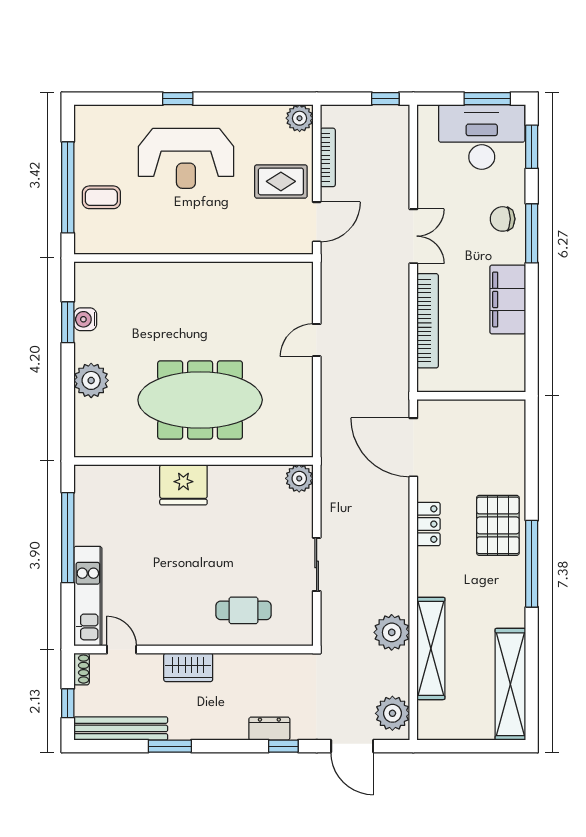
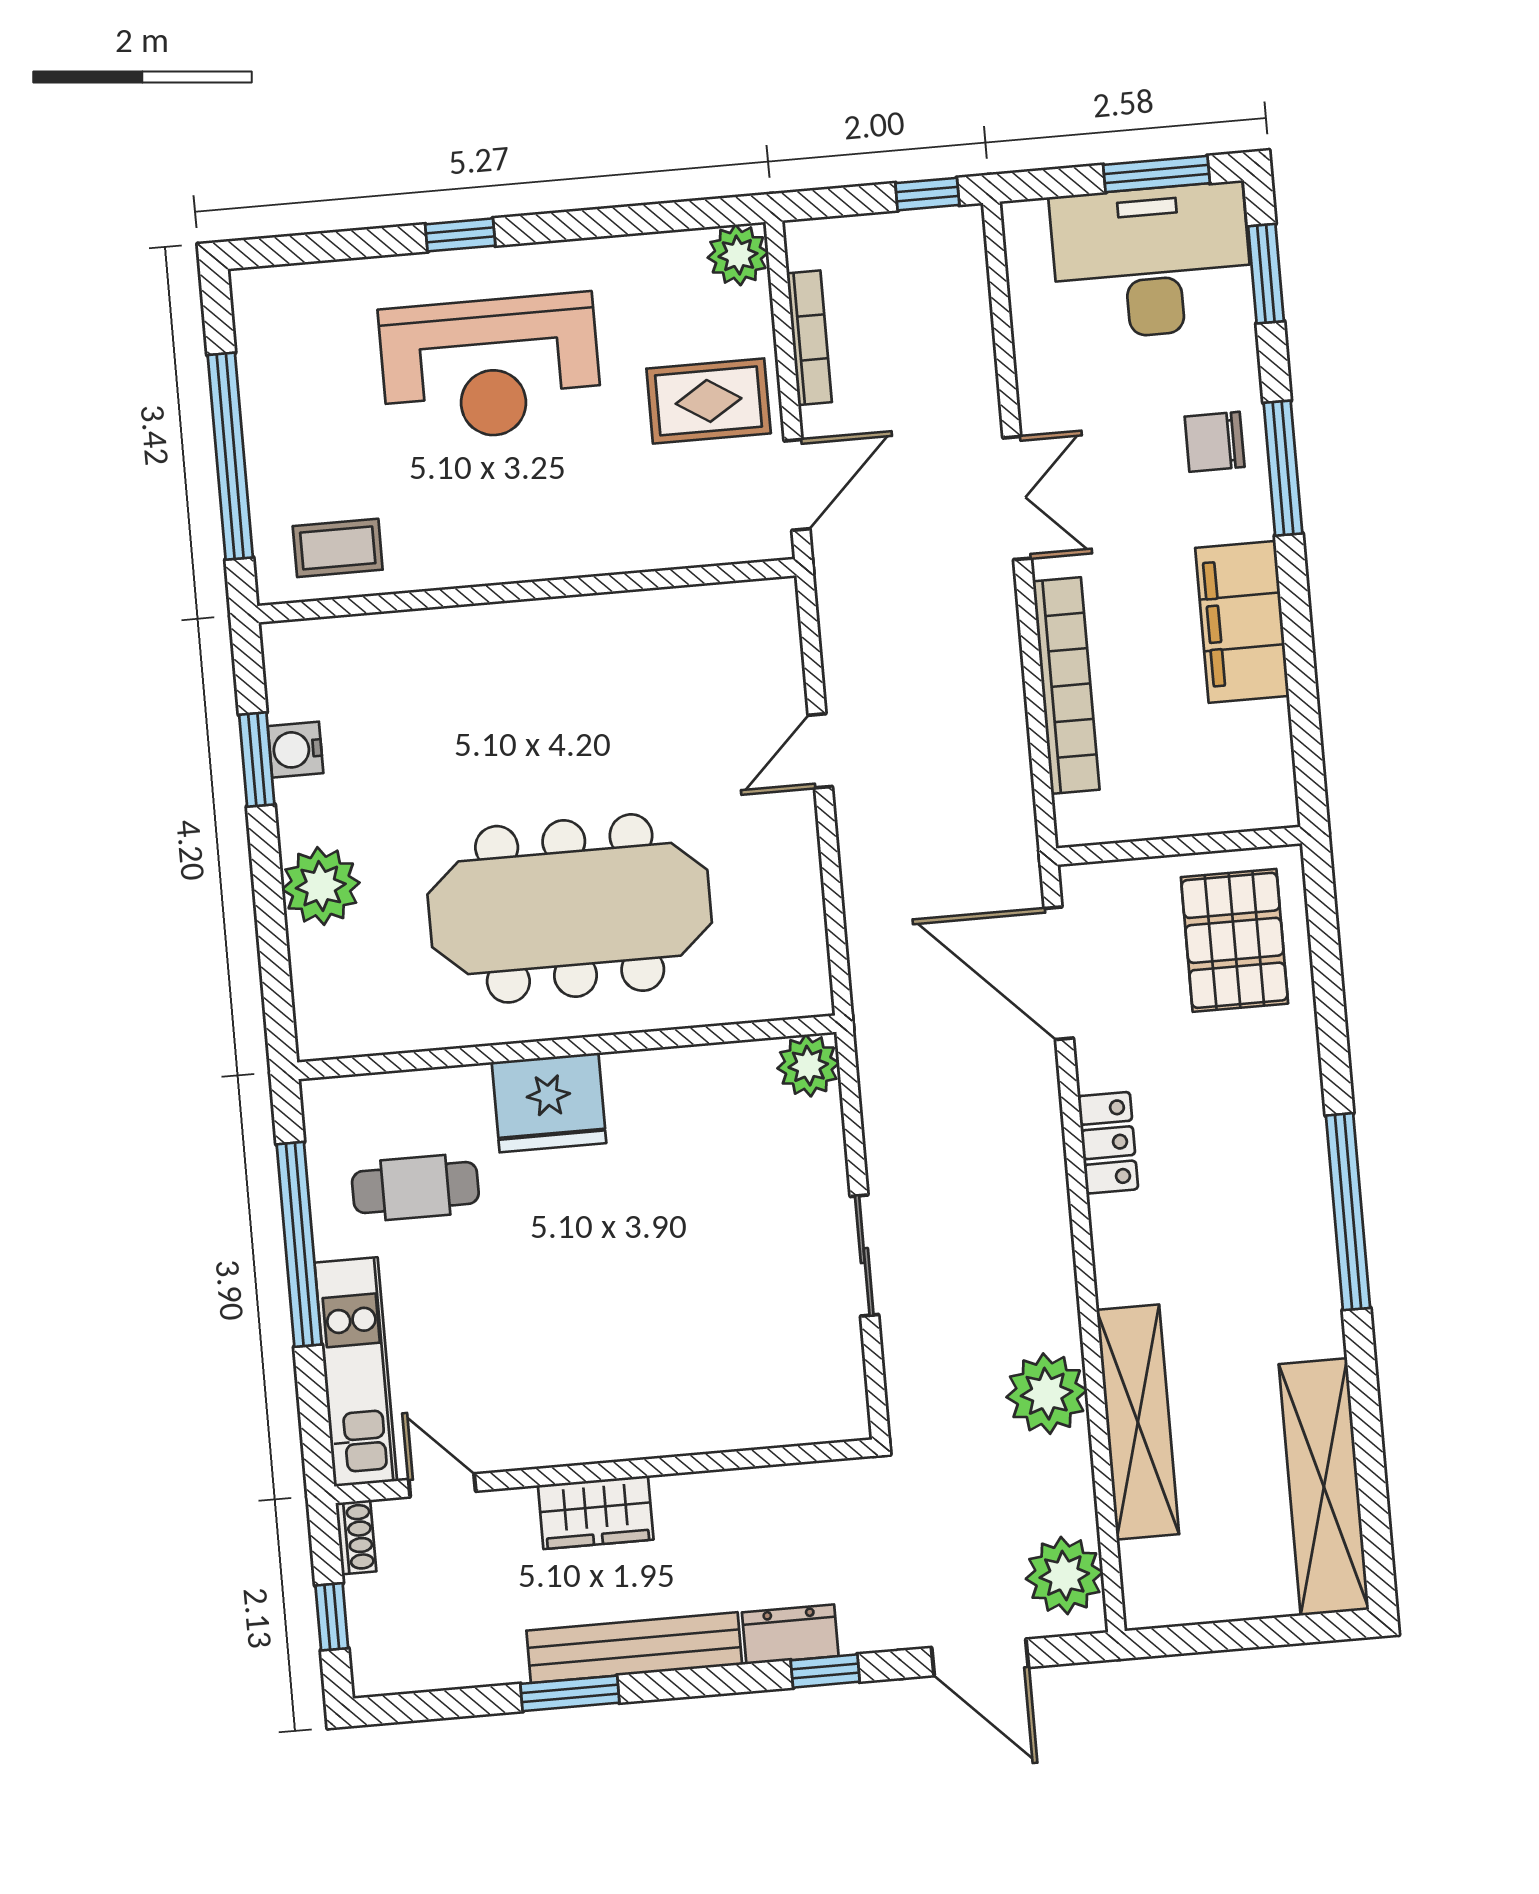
coffee table: (101, 197) -> (338, 548), moved
pallet: (498, 525) -> (1234, 940), moved
cafe table: (244, 610) -> (415, 1188), moved
bench: (121, 728) -> (634, 1648), moved

